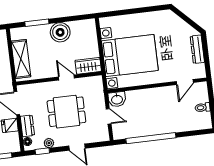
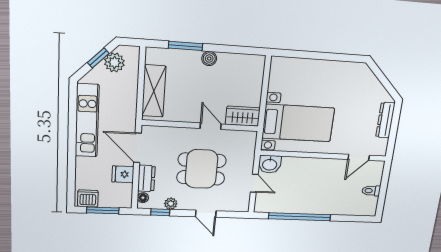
boiler: (60, 32) -> (209, 59), width x0.54, depth x0.54
bed with nightstands: (130, 56) -> (298, 123), width x0.73

